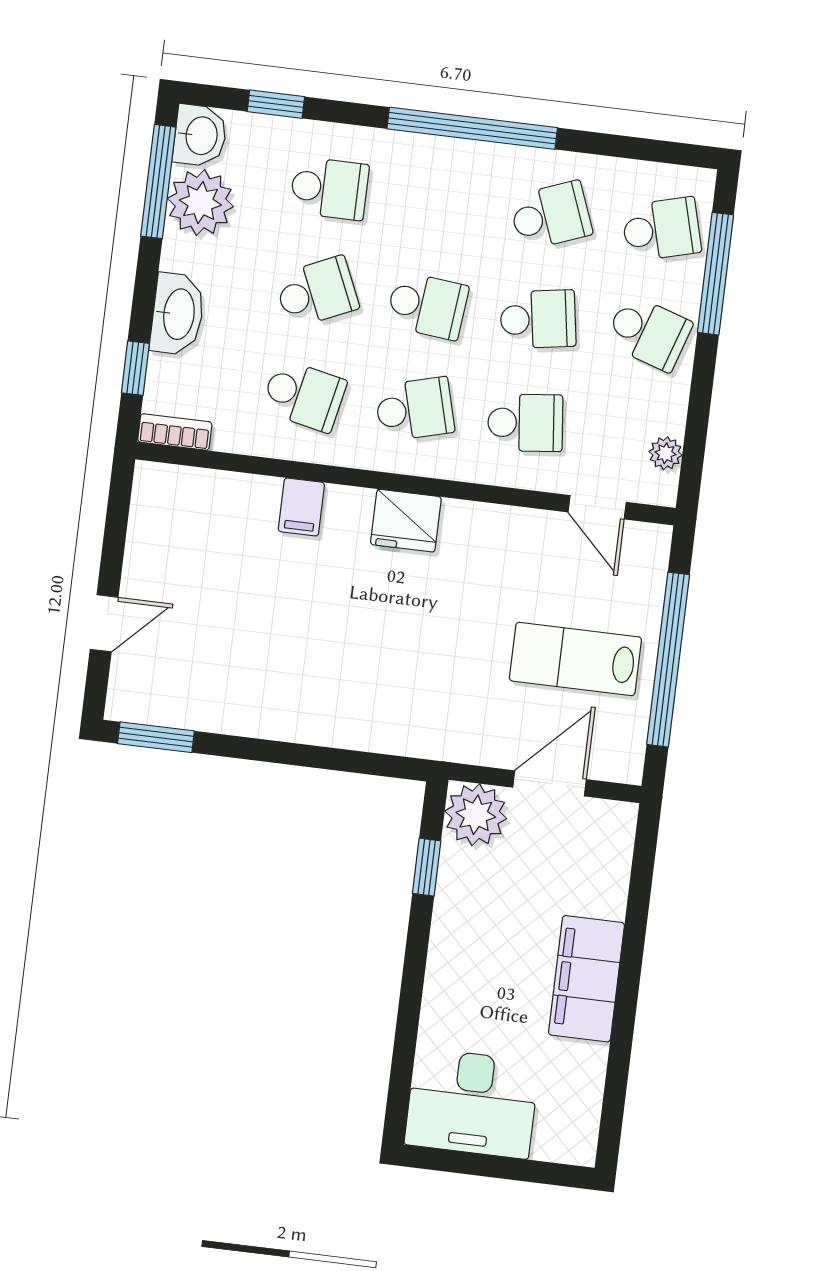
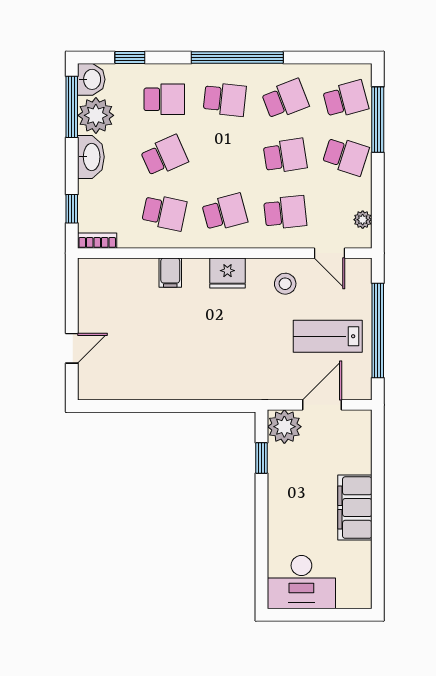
school desk: (427, 306) -> (225, 99), moved
washbasin: (178, 314) -> (91, 157), moved
stool: (509, 553) -> (285, 284), added
window: (156, 737) -> (107, 406), removed

